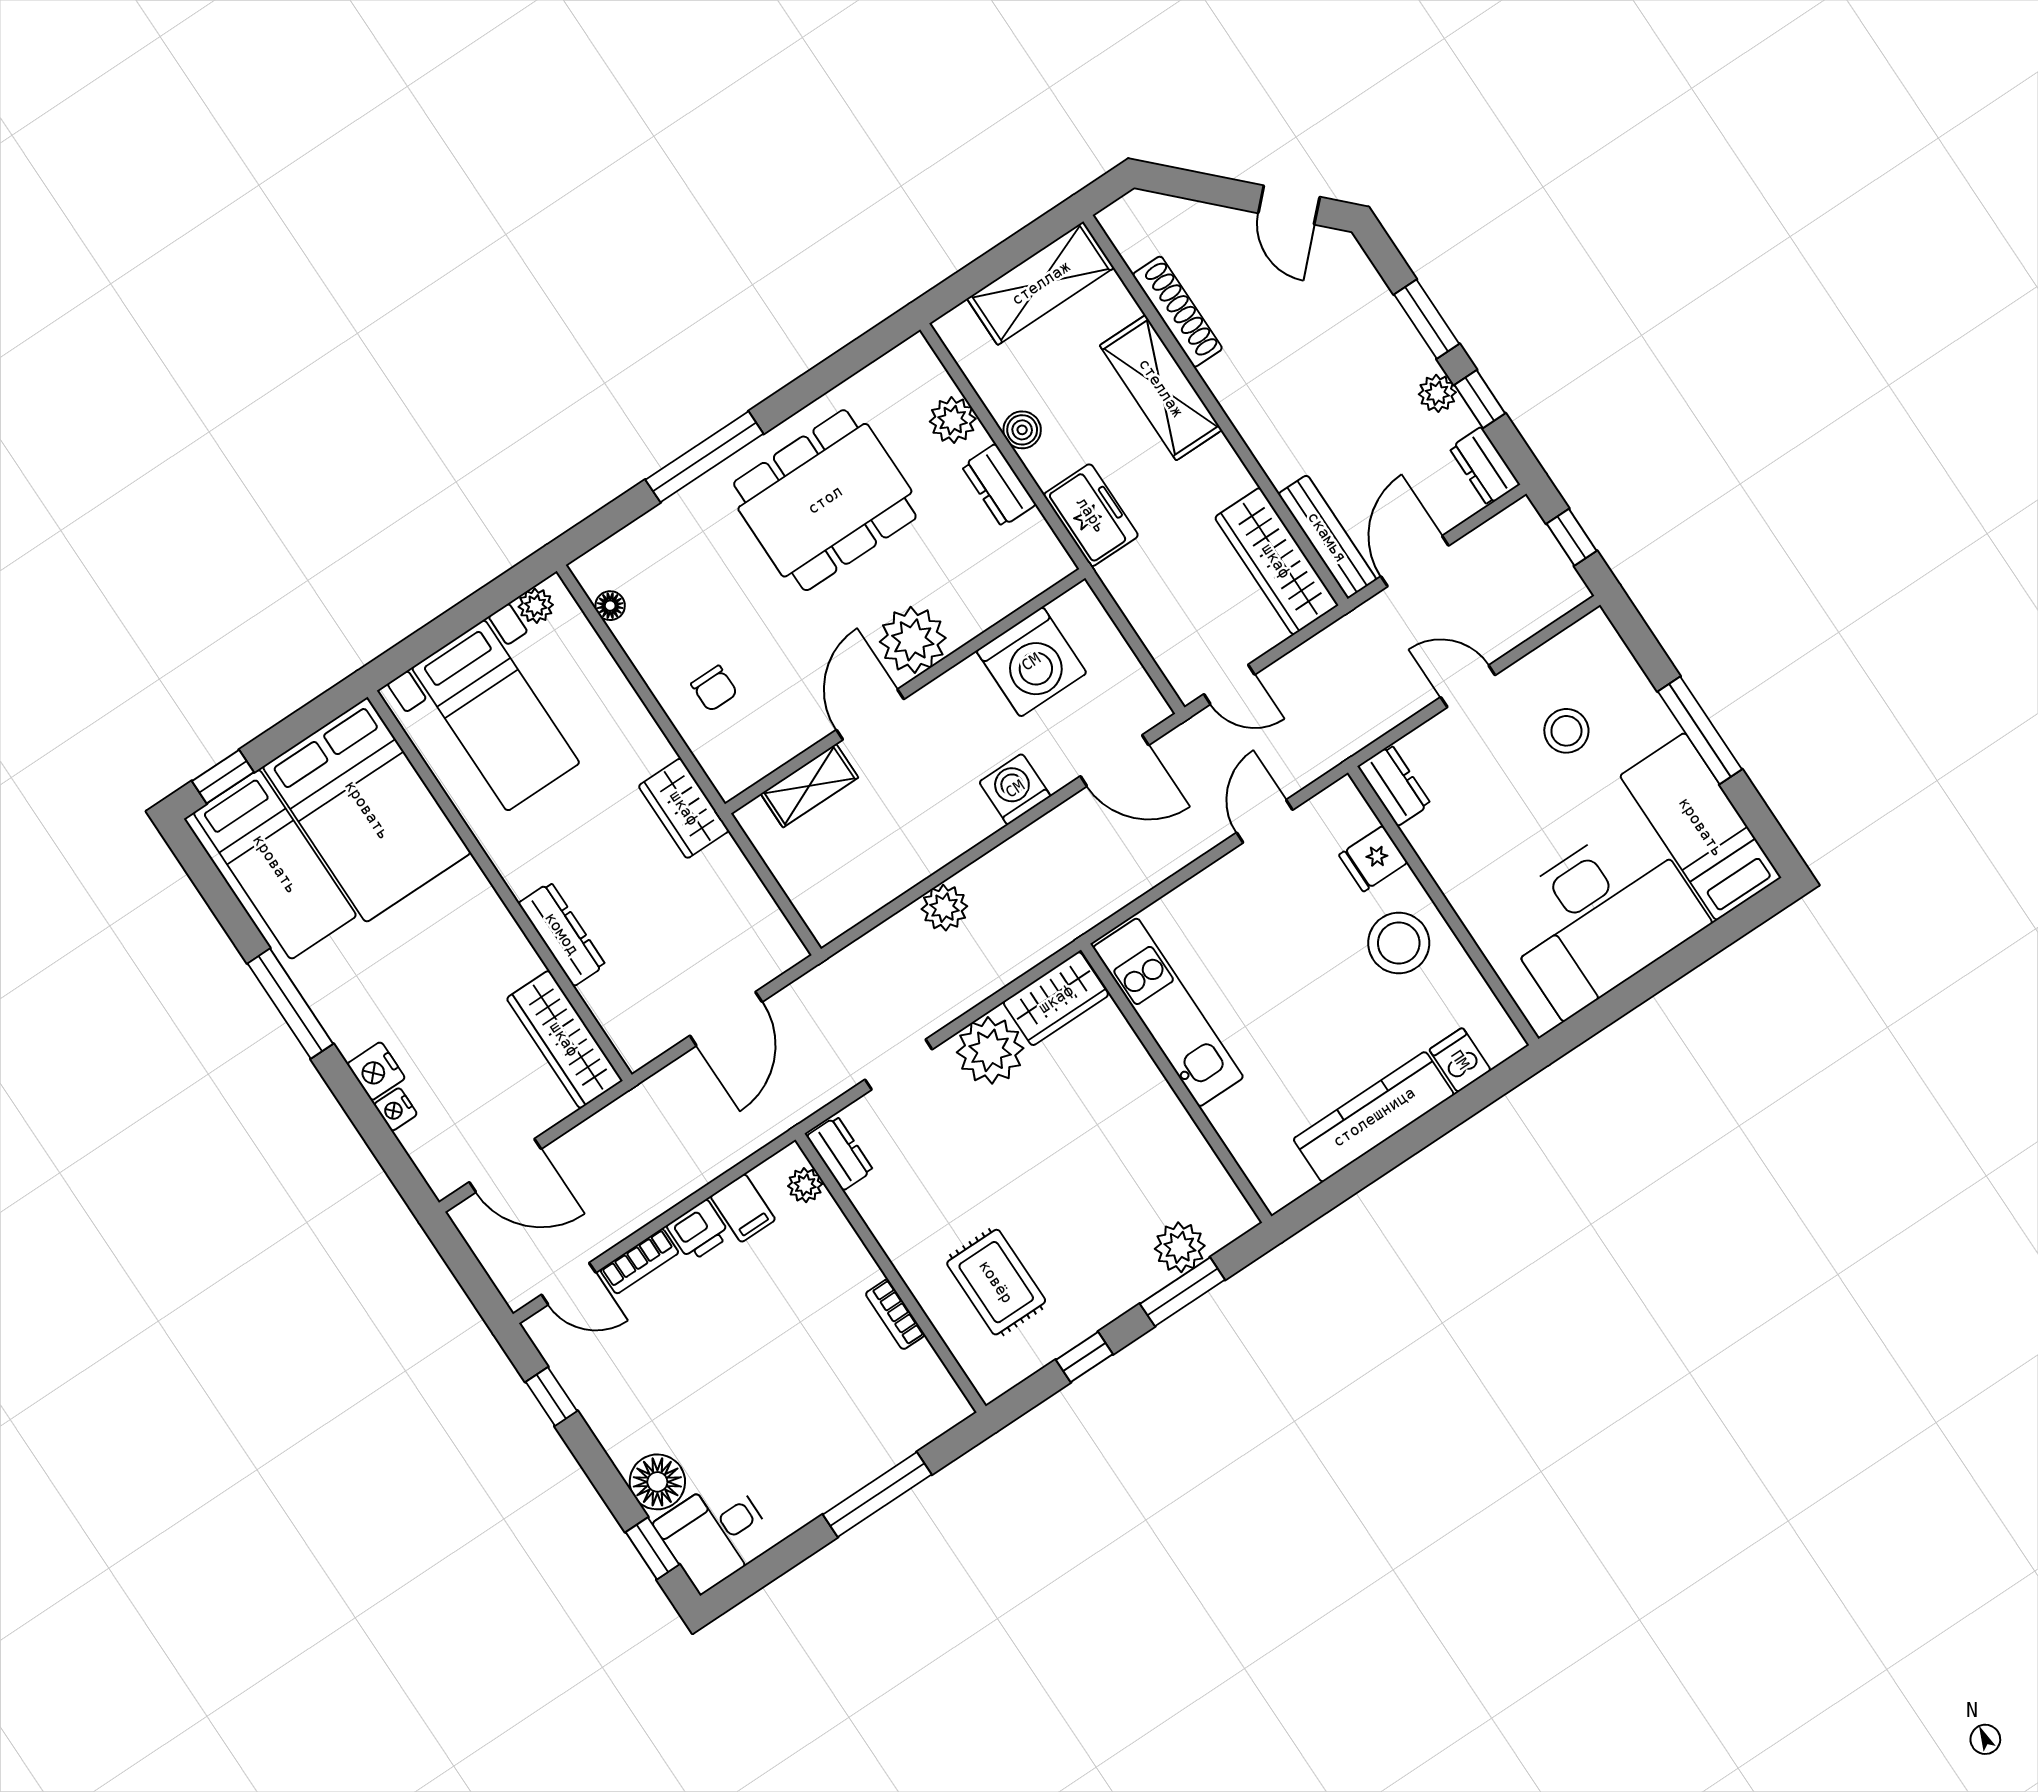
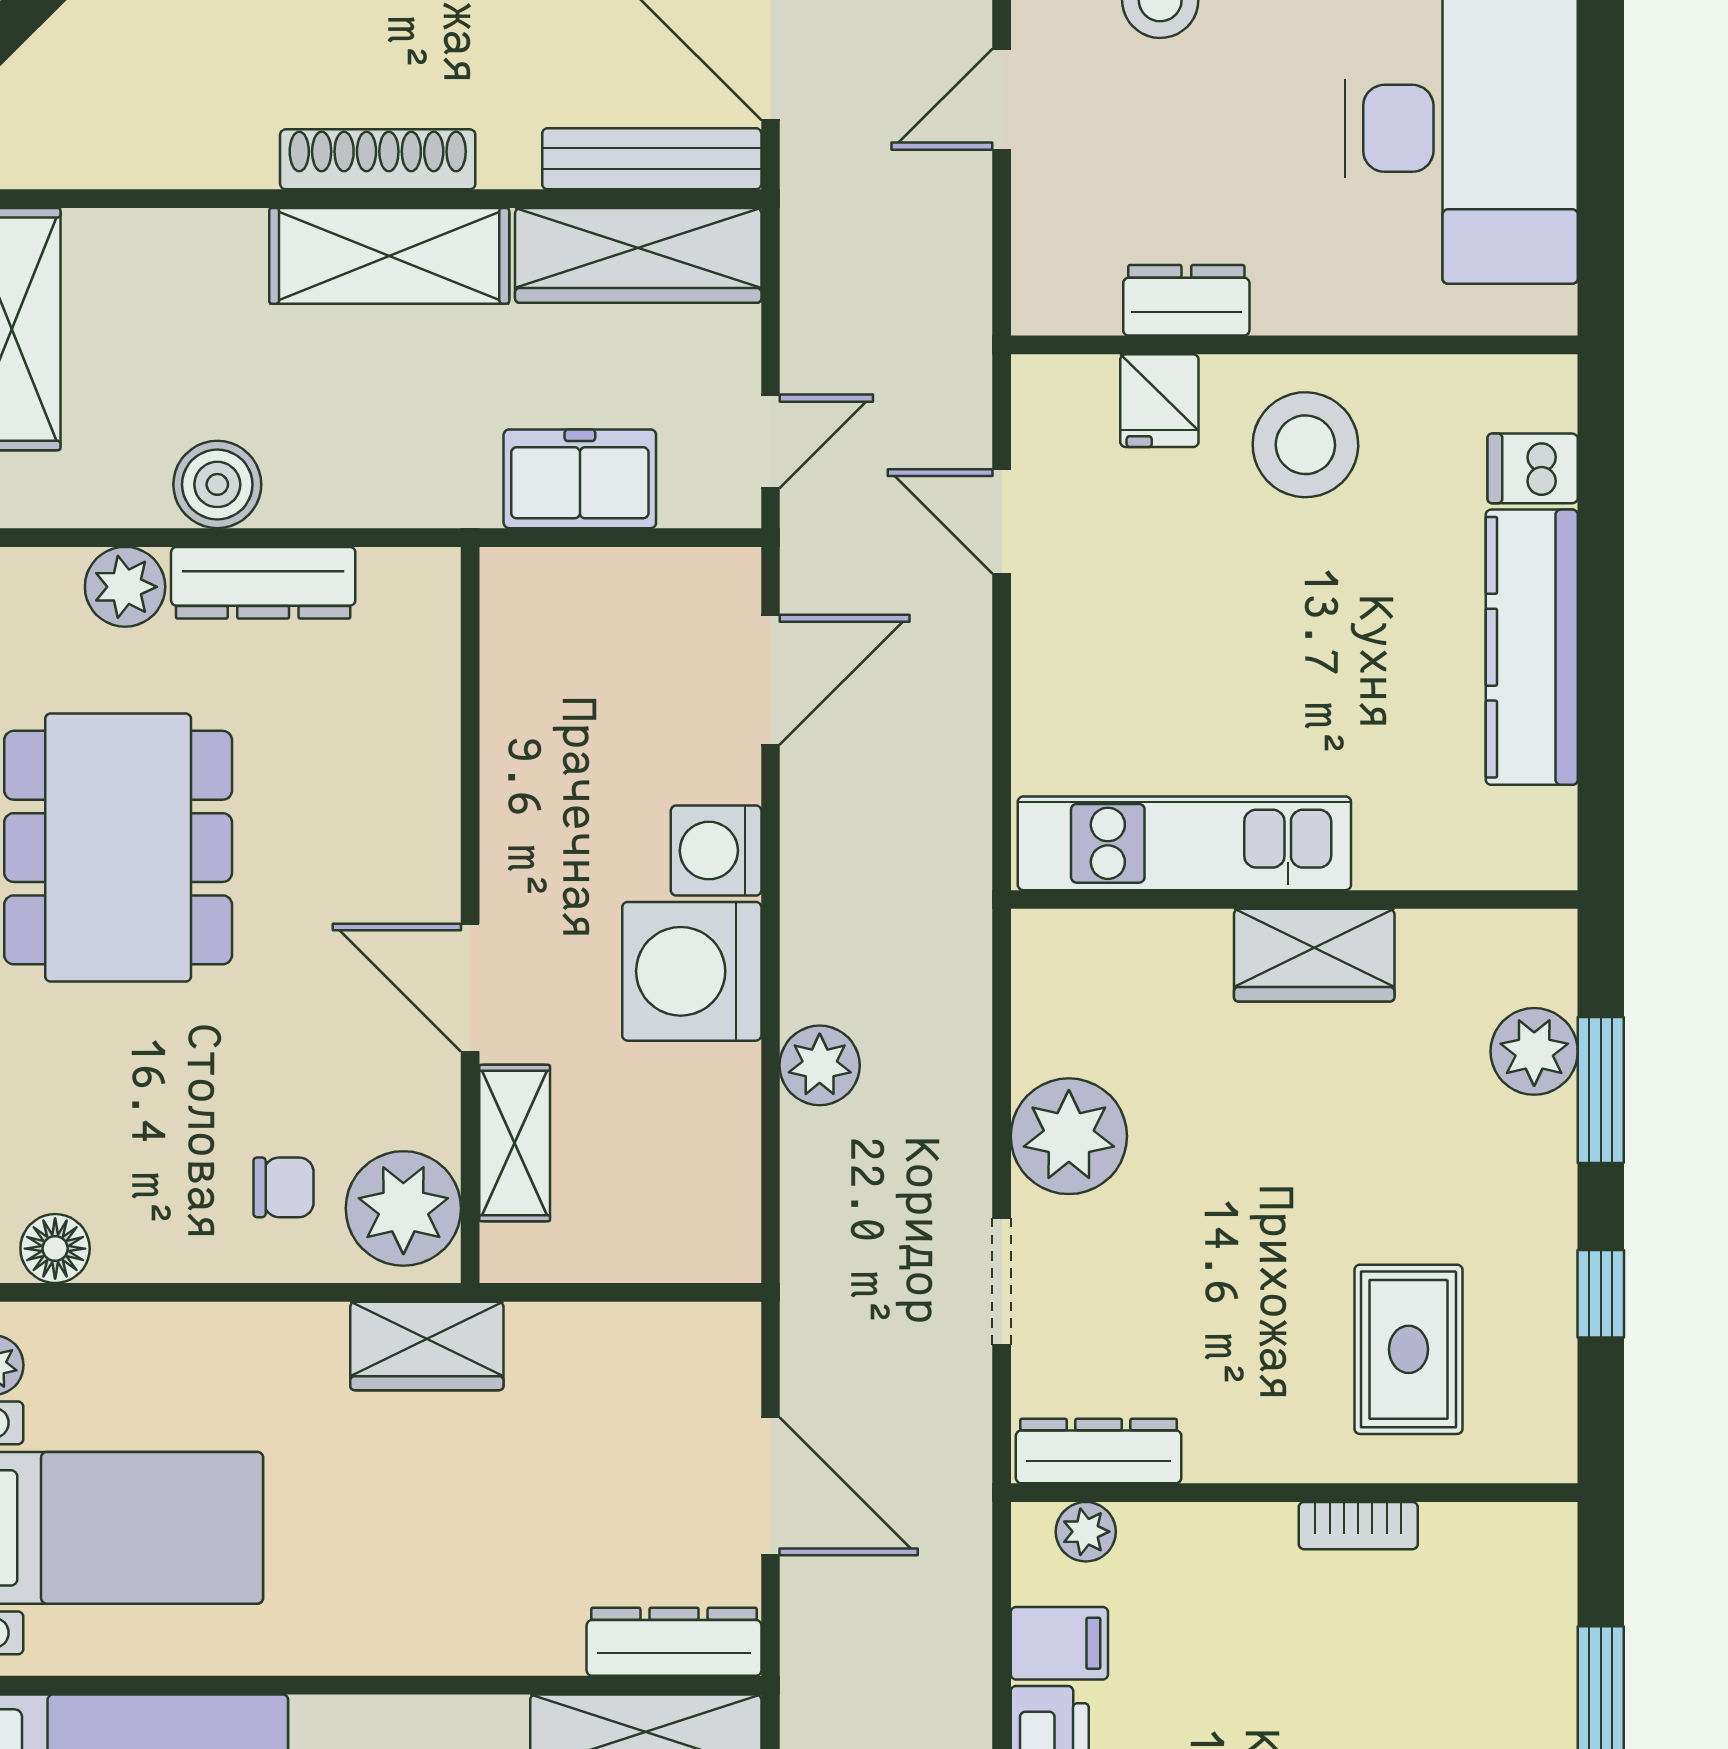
shoe rack: (1177, 312) -> (378, 159), moved
shelving: (1161, 388) -> (389, 256), moved
boiler: (1022, 430) -> (217, 484), width x1.36, depth x1.36
dresser: (999, 485) -> (263, 583), width x1.44
freezer: (1091, 515) -> (580, 479), moved
floor lamp: (610, 606) -> (55, 1249), width x1.37, depth x1.37
plant: (913, 640) -> (403, 1208), moved
washing machine: (1031, 662) -> (692, 971), moved, turned 180
dresser: (1394, 785) -> (1186, 300), moved
dresser: (562, 934) -> (674, 1642), moved
wardrobe: (1056, 999) -> (1314, 955), moved, turned 90
dresser: (840, 1153) -> (1099, 1451), width x1.44
rug: (996, 1282) -> (1409, 1349), turned 90

